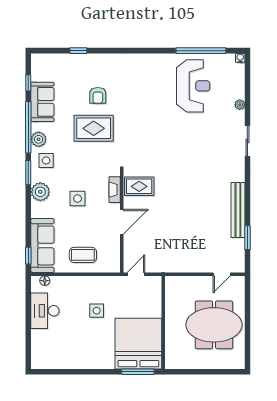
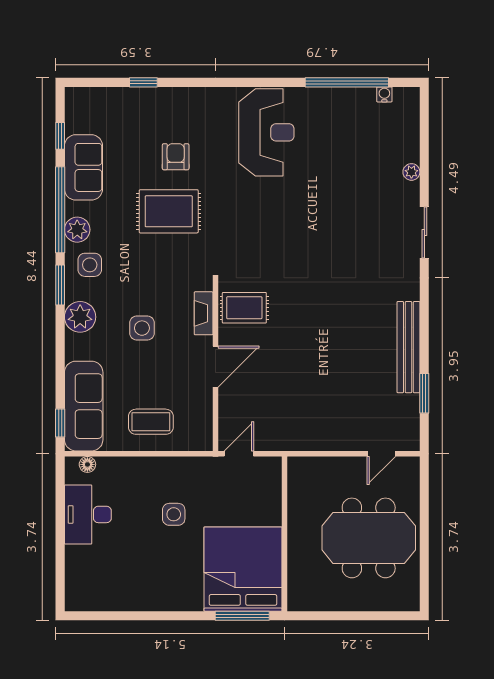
water cooler: (240, 58) -> (384, 94), moved
reception desk: (193, 86) -> (266, 132), moved
armchair: (98, 95) -> (176, 157), turned 180

